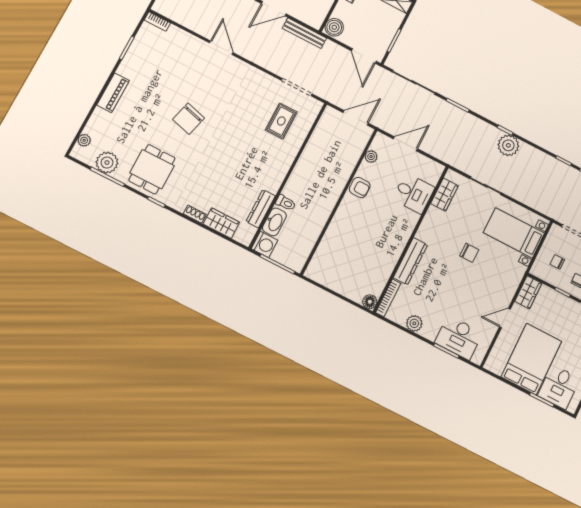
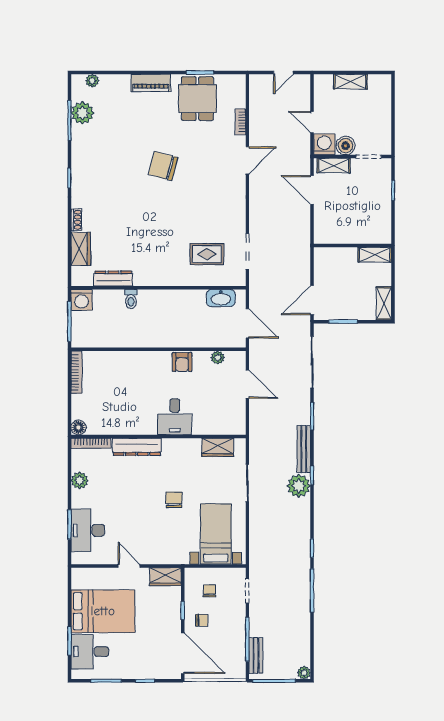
bookcase: (157, 21) -> (241, 122), moved
boiler: (334, 27) -> (325, 257), removed
bench: (304, 33) -> (304, 449), moved
dining table: (152, 169) -> (197, 99), moved, turned 90
desk: (414, 193) -> (175, 417), moved
washbasin: (274, 222) -> (221, 298), moved
chair: (469, 253) -> (174, 500), turned 180
bookcase: (323, 280) -> (76, 372), added

